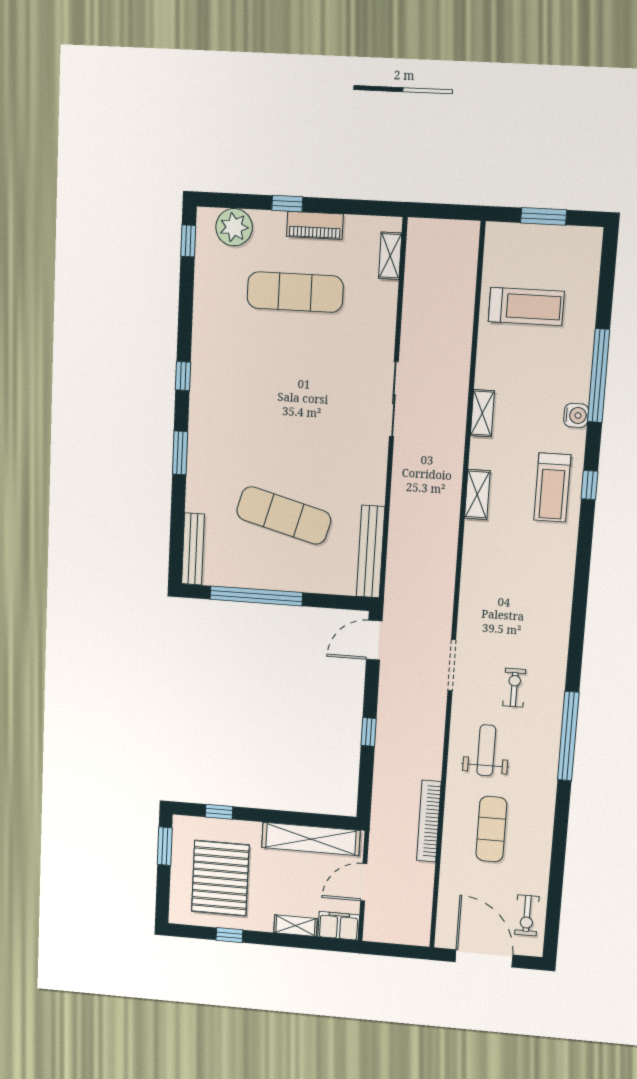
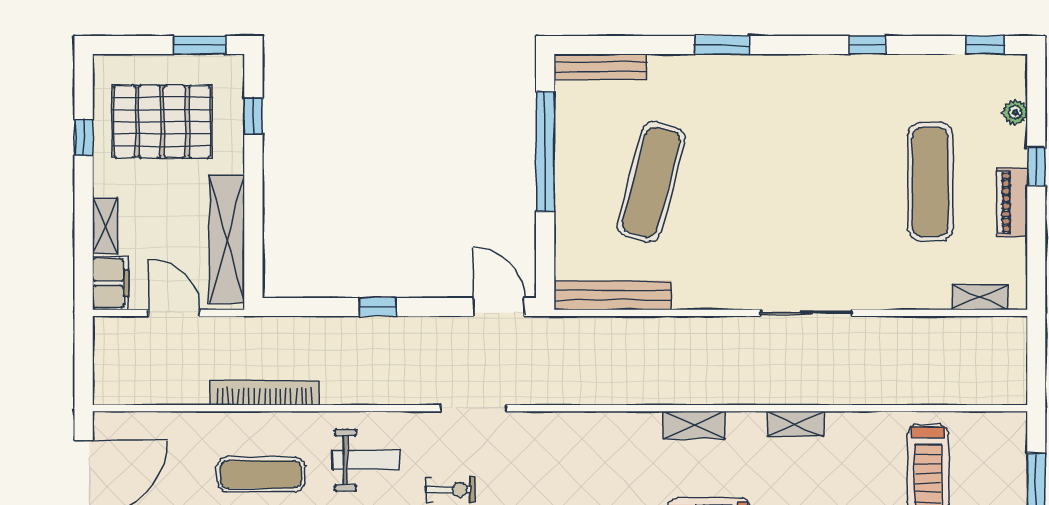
plant: (234, 227) -> (1015, 112), width x0.53, depth x0.53
window: (183, 376) -> (867, 45), moved

